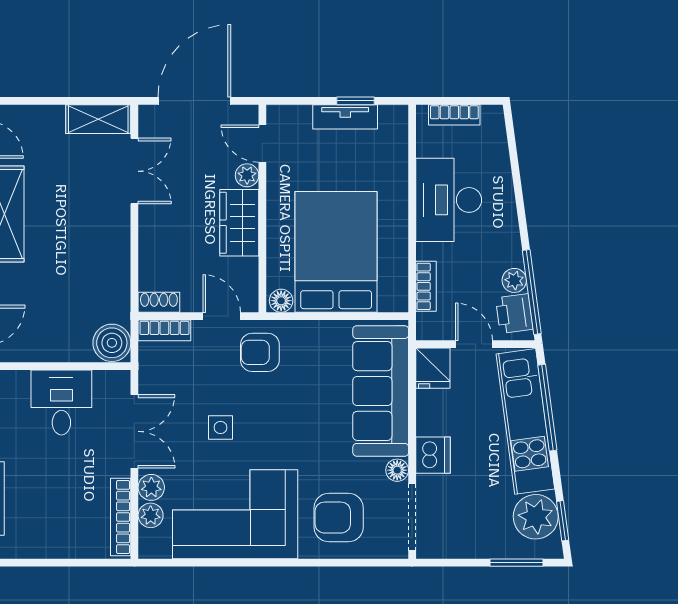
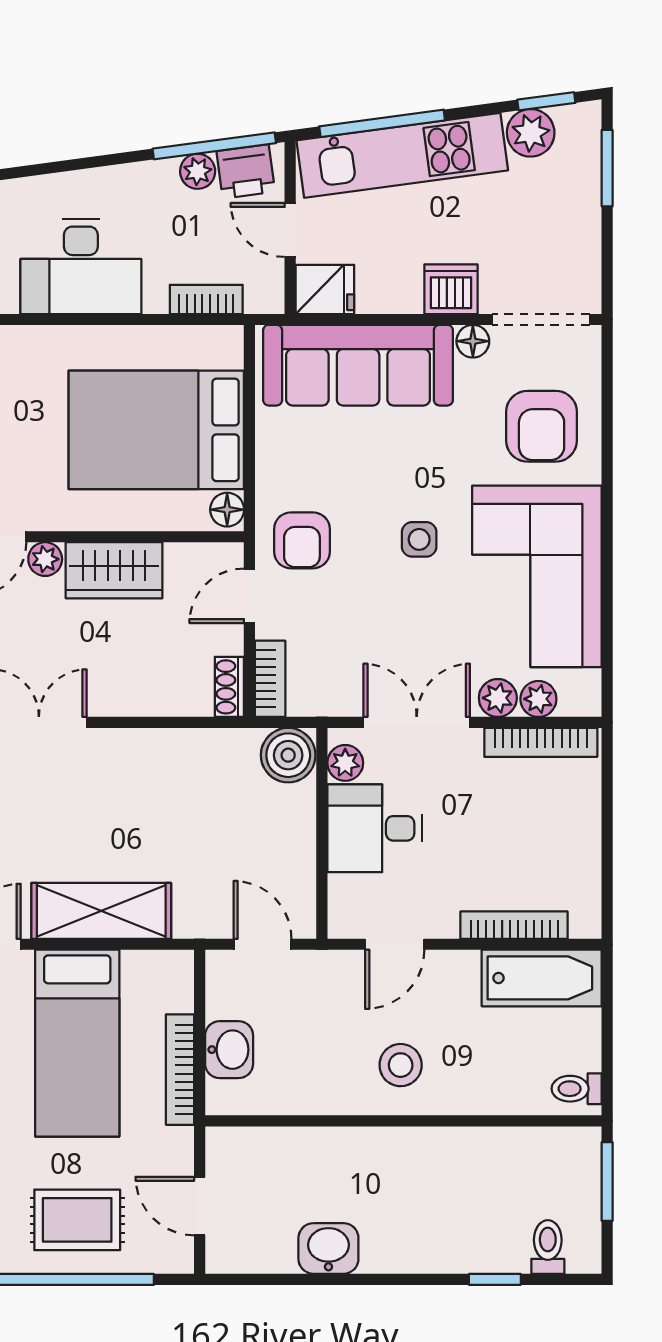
door: (474, 344) -> (290, 230), hinge flipped
plant: (106, 382) -> (345, 763), added
side table: (220, 427) -> (419, 539), moved
plant: (536, 517) -> (531, 133), width x0.73, depth x0.73

